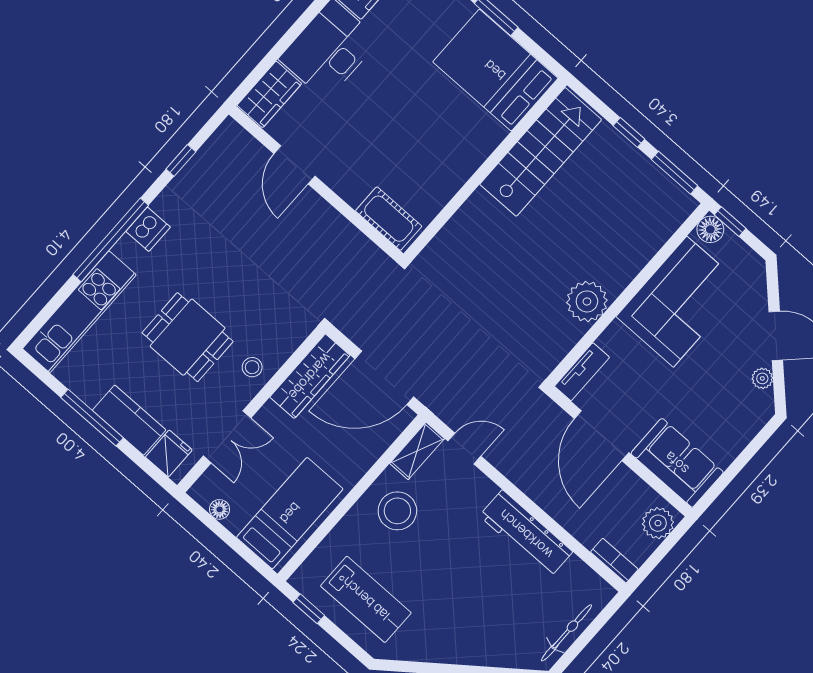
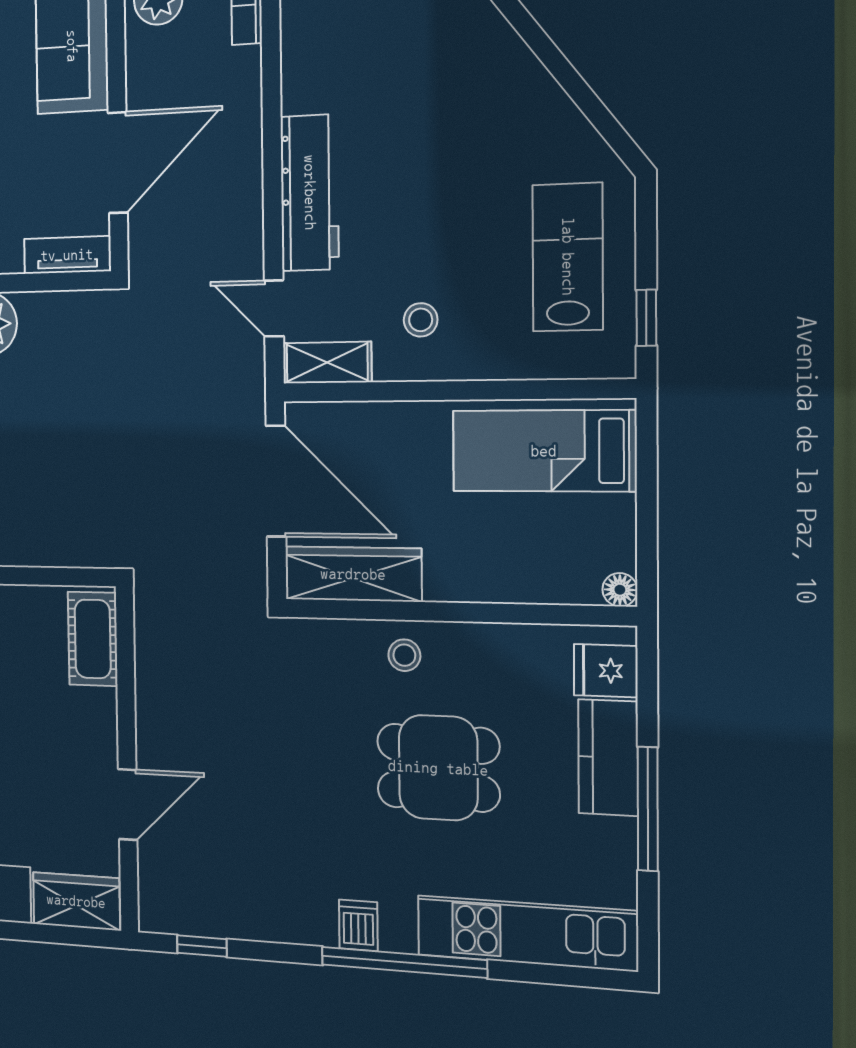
window: (181, 160) -> (202, 946), moved
dishwasher: (148, 229) -> (358, 925), width x0.73
dining table: (188, 337) -> (438, 768), turned 90
double door: (227, 437) -> (518, 613), removed
floor lamp: (220, 509) -> (620, 590), moved
stool: (397, 511) -> (421, 320), width x0.53, depth x0.53
workbench: (526, 534) -> (310, 193), moved

